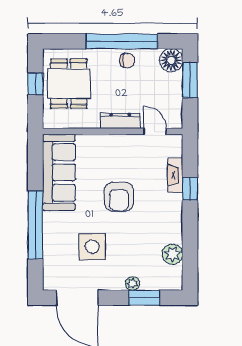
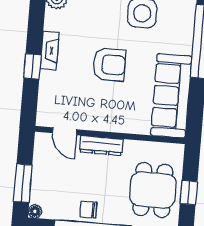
floor lamp: (171, 60) -> (35, 211), width x0.53, depth x0.53
fireplace: (175, 175) -> (50, 51), moved
armchair: (119, 197) -> (109, 65), turned 90

